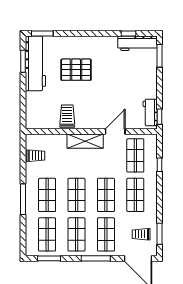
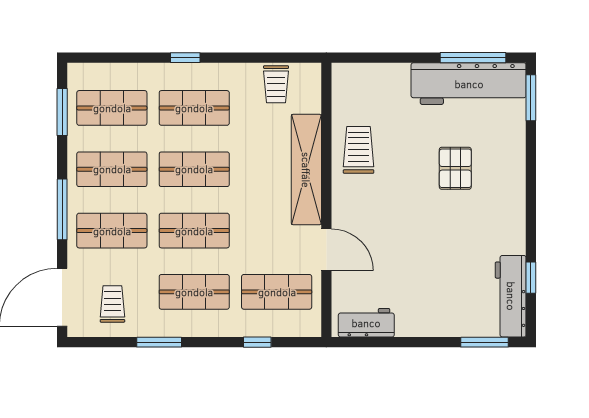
window: (23, 61) -> (473, 58), width x1.44
pallet: (76, 70) -> (455, 168), width x0.67, depth x0.71
trolley: (67, 116) -> (359, 150), turned -90
window: (159, 117) -> (358, 342), removed
shelving: (85, 141) -> (306, 170), width x1.47
window: (23, 199) -> (185, 58), width x0.46
window: (159, 234) -> (159, 342), moved

